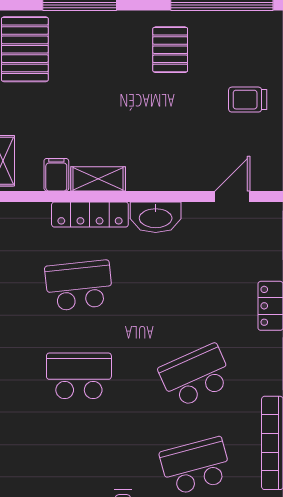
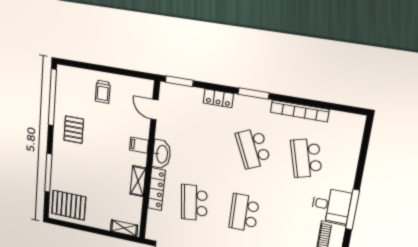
pallet: (170, 50) -> (74, 130), turned 90
filing cabinet: (56, 175) -> (139, 145), moved

